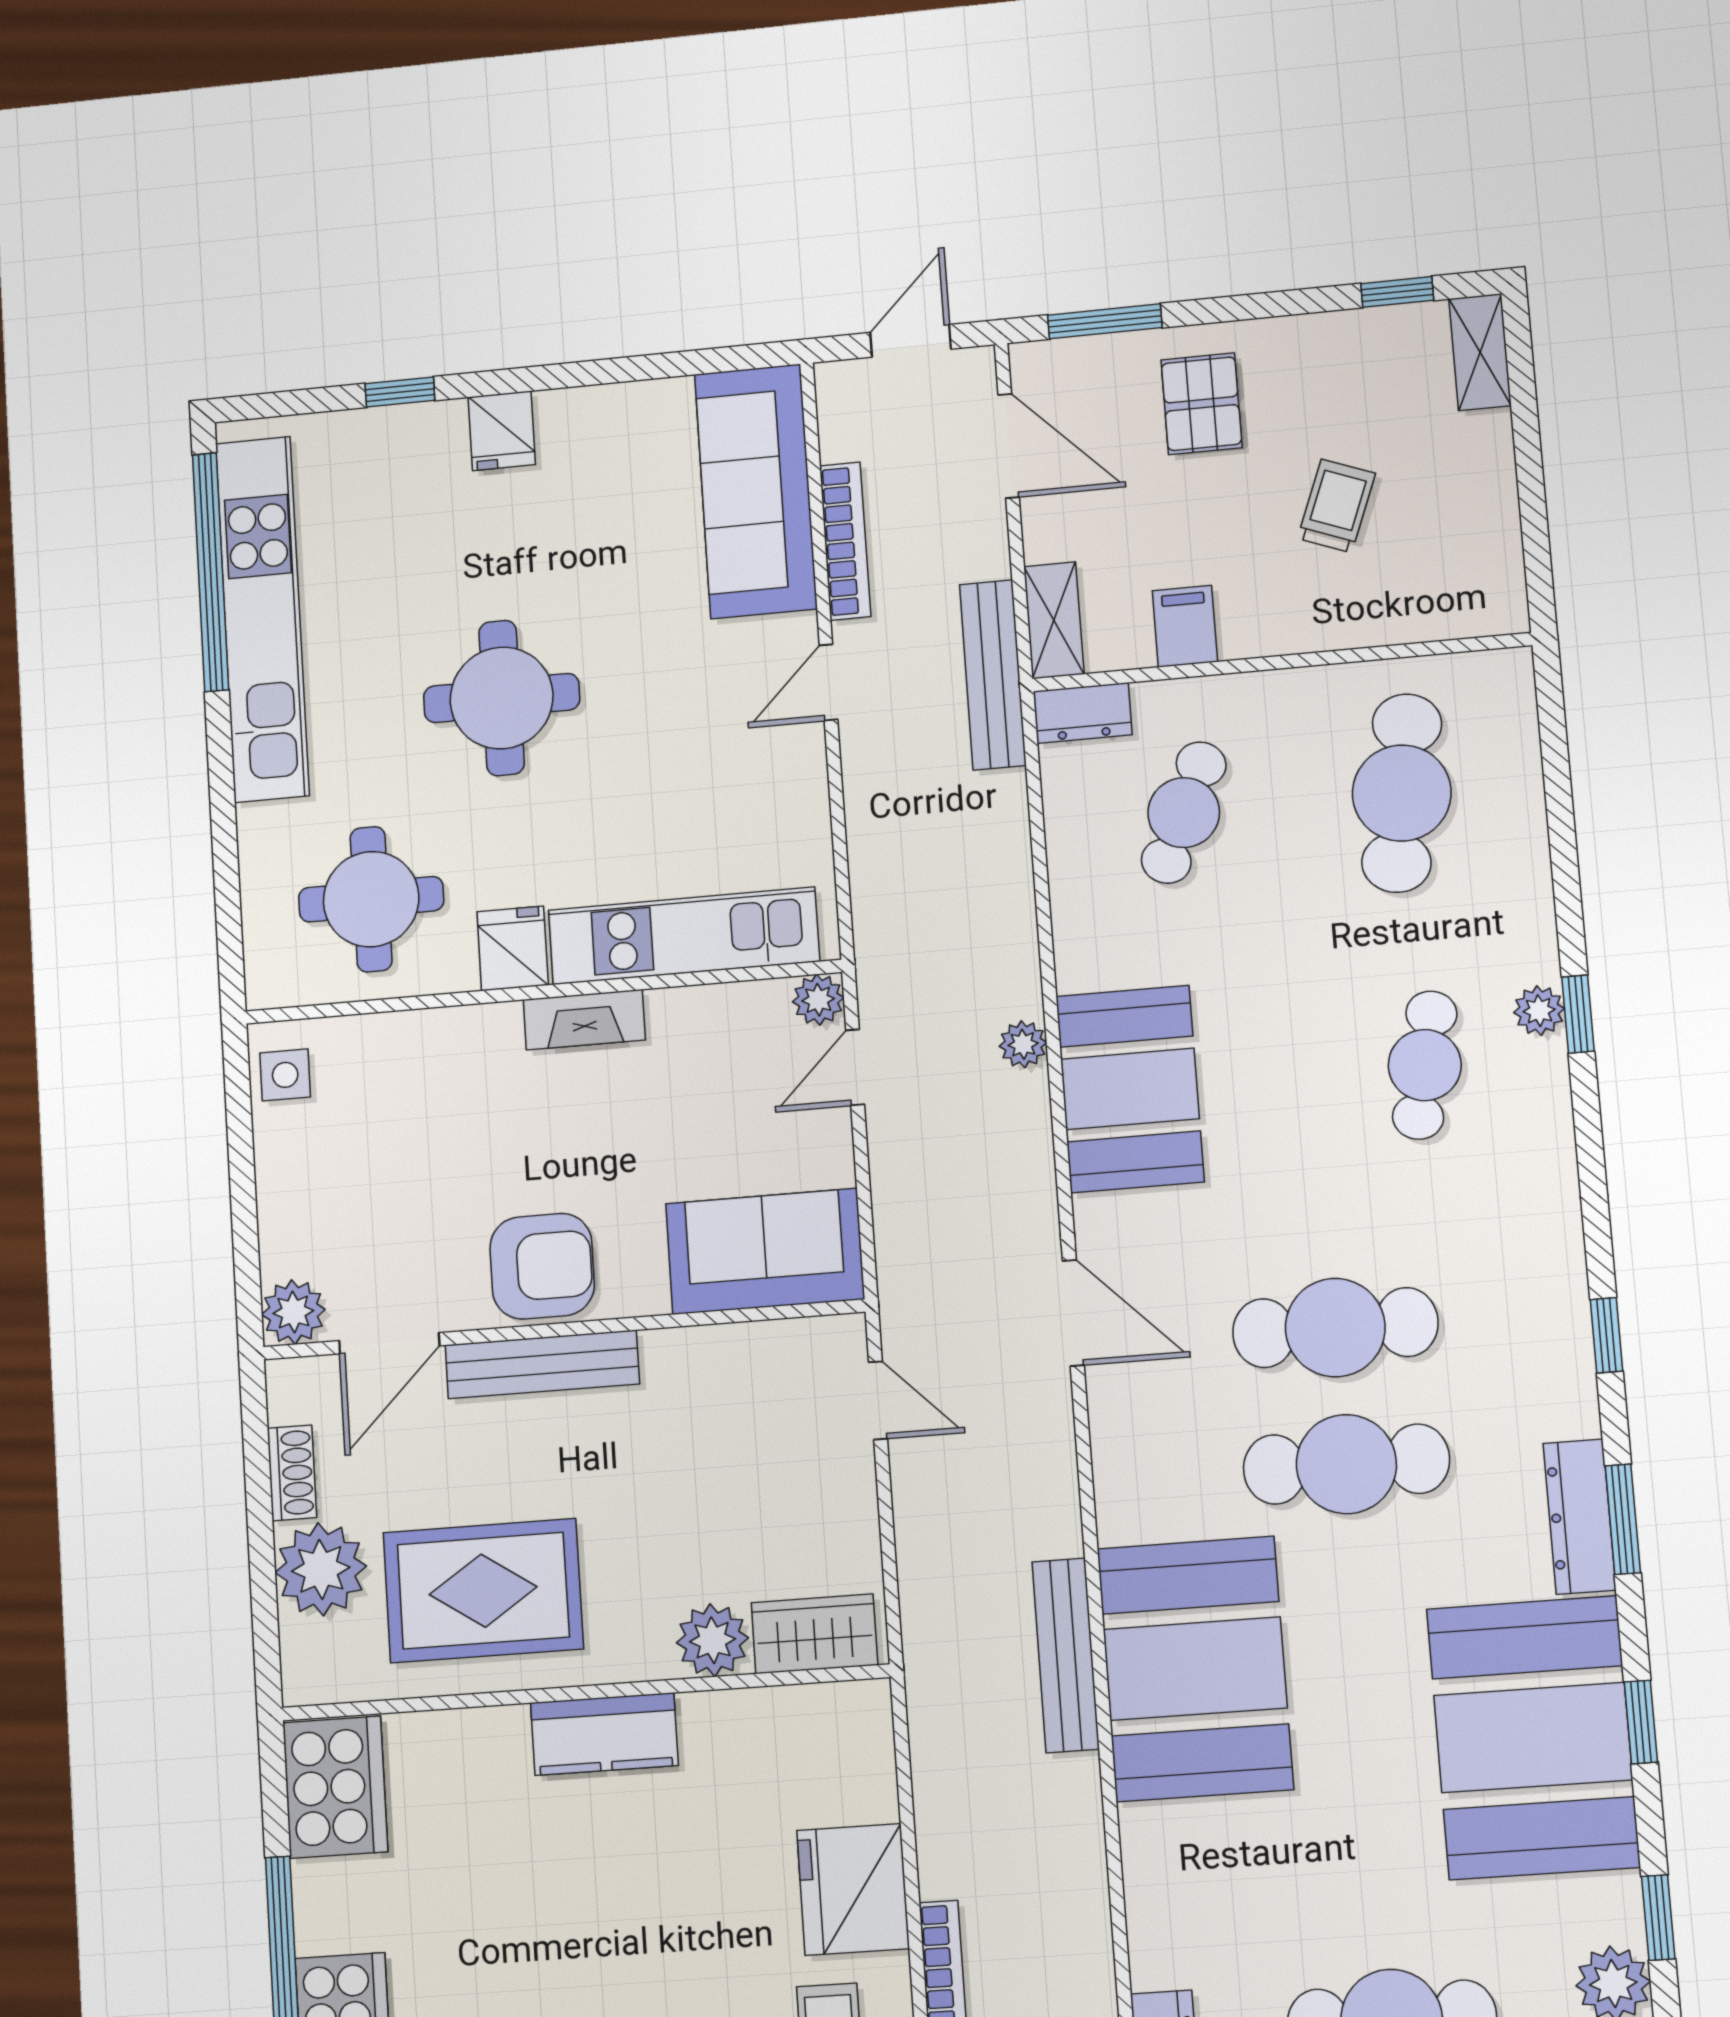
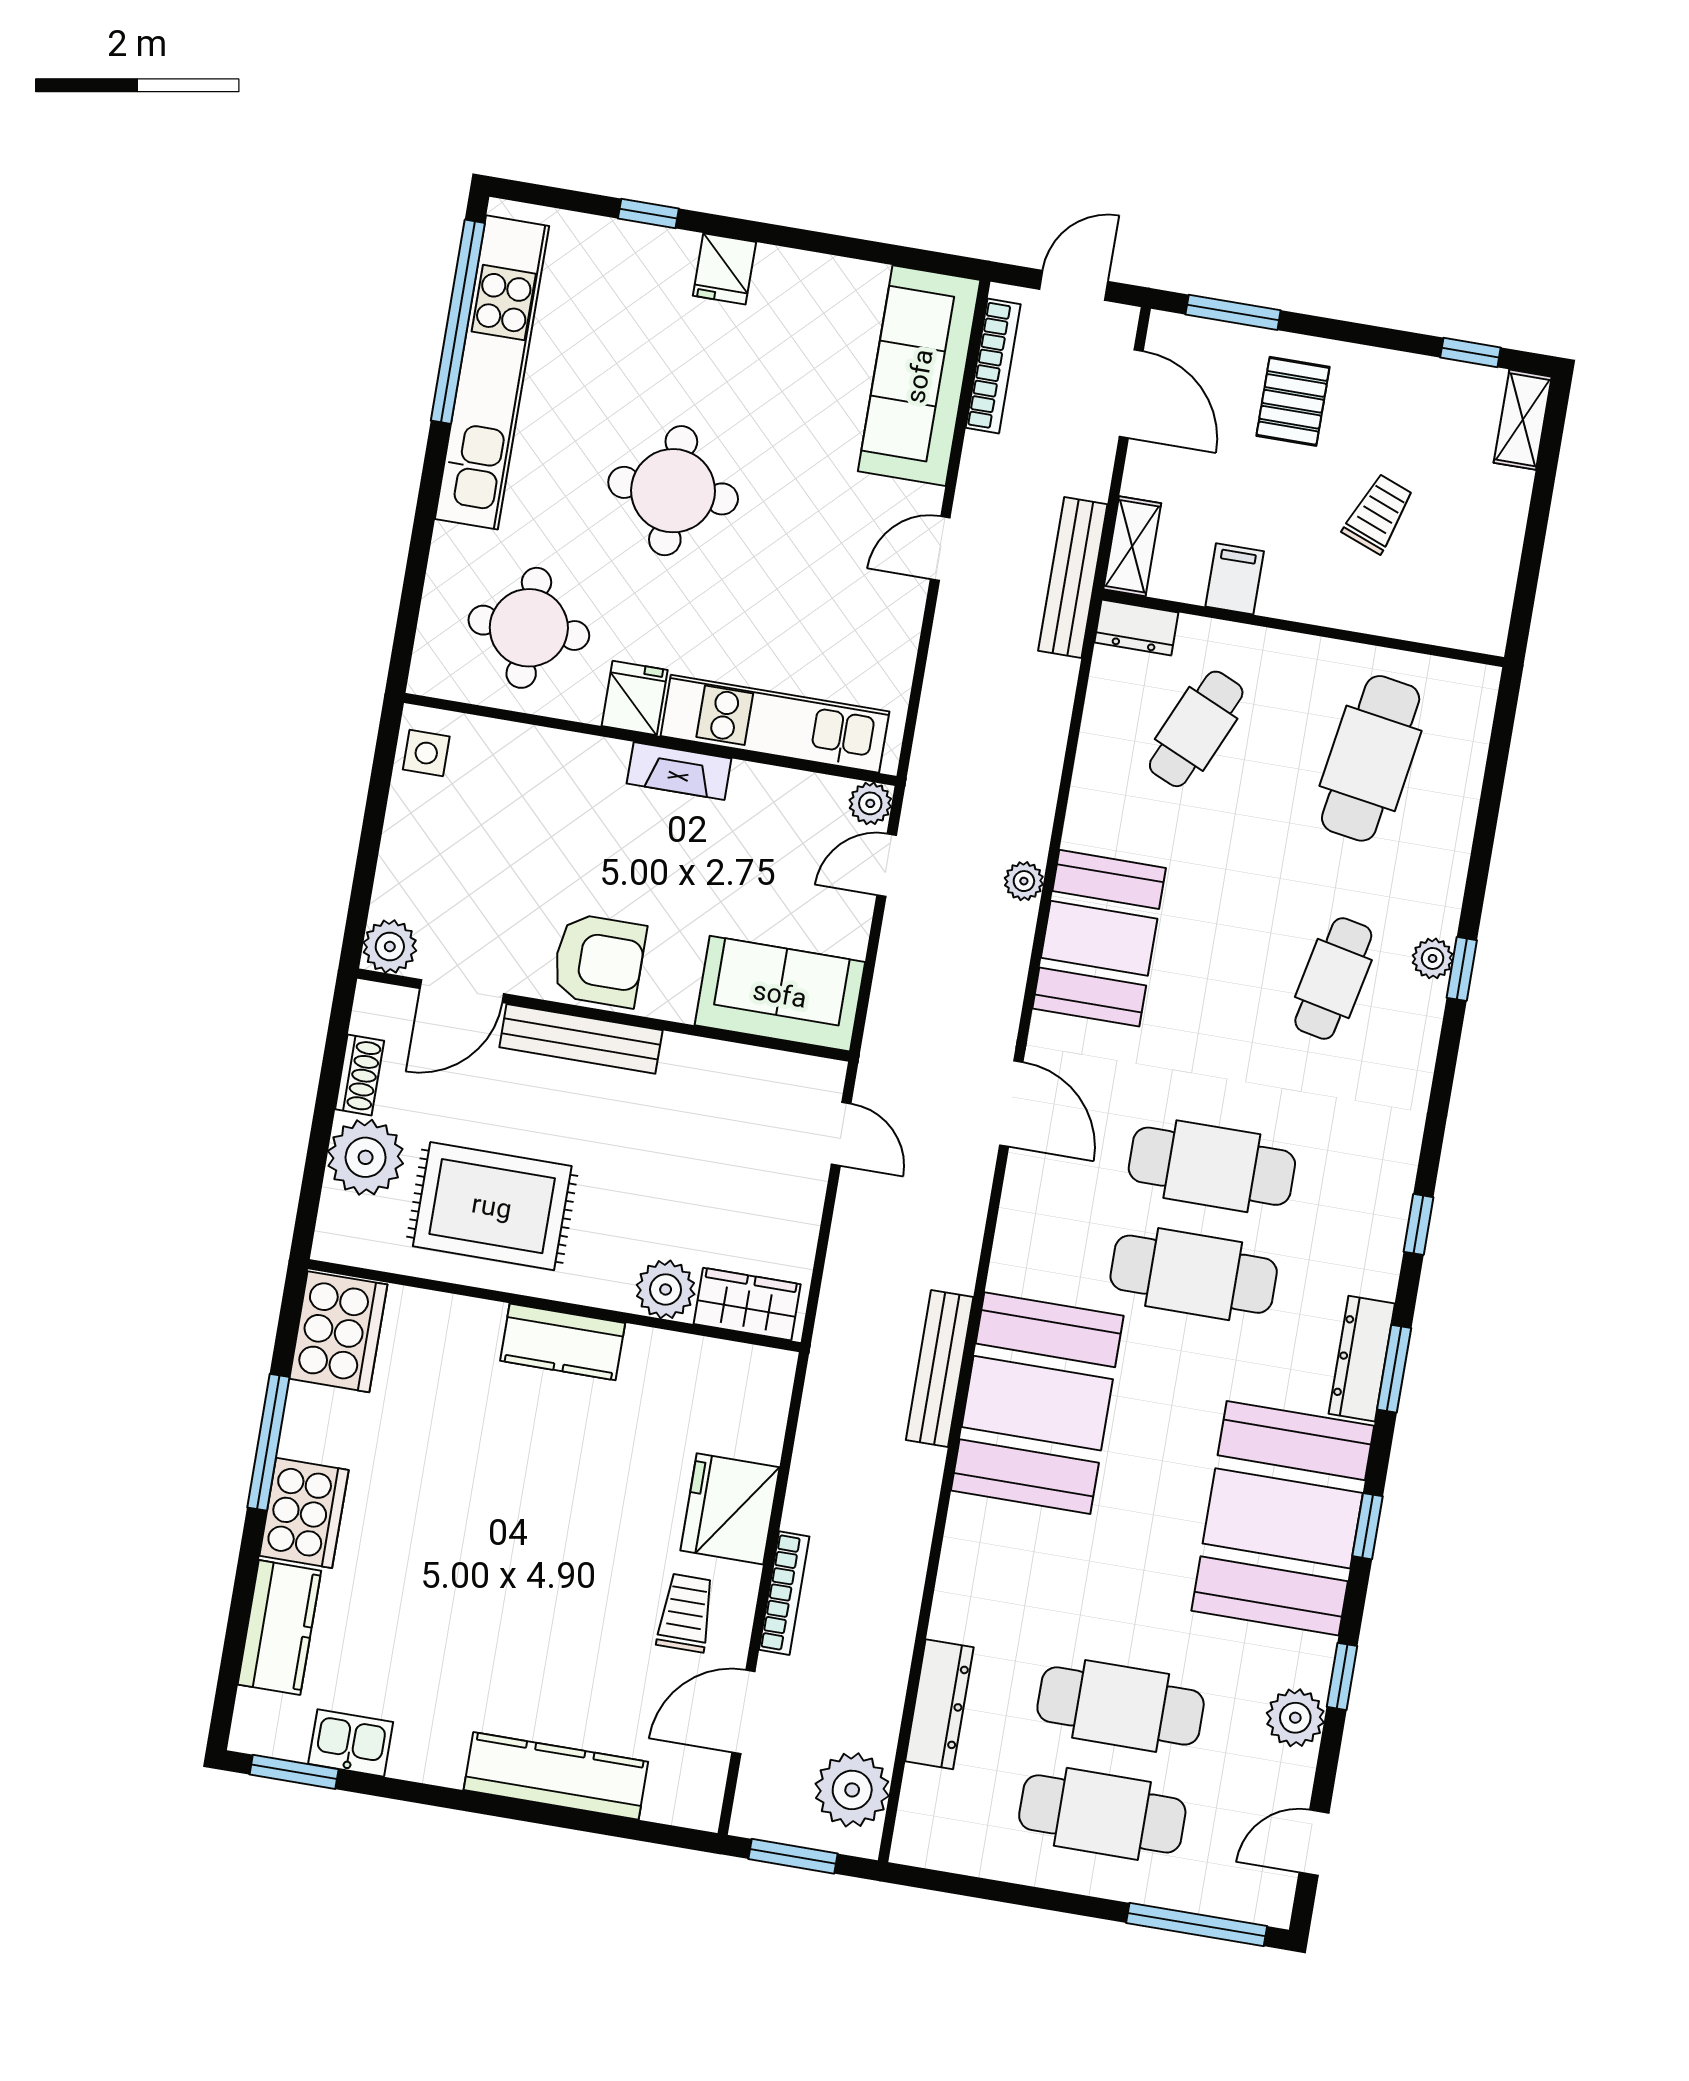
bookcase: (845, 541) -> (993, 366), moved

